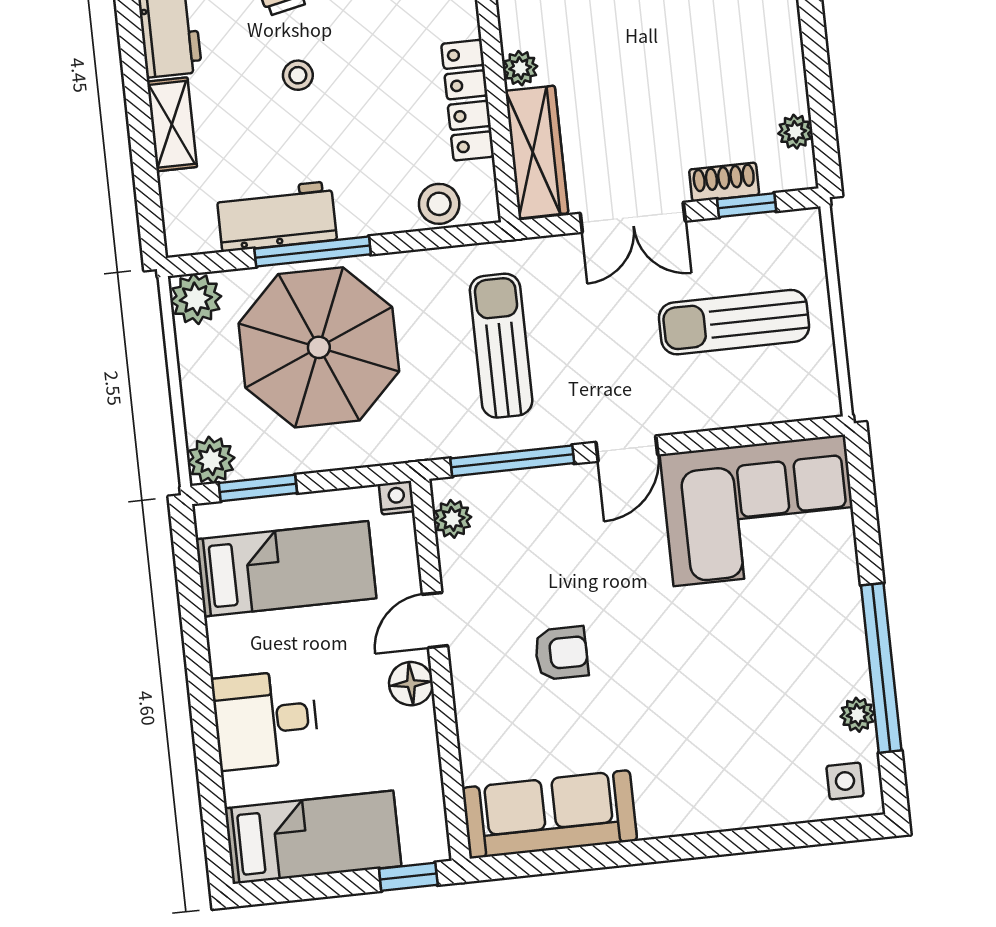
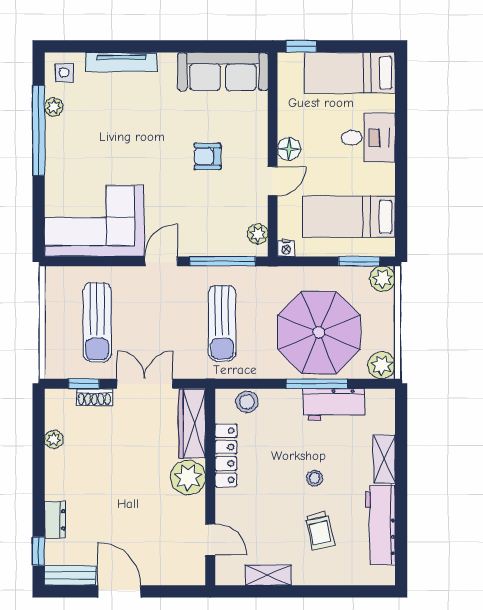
plant: (520, 68) -> (188, 477), width x1.88, depth x1.88
plant: (795, 132) -> (54, 439), moved
sun lounger: (734, 322) -> (97, 322), turned 90
tv unit: (741, 812) -> (121, 62), added

